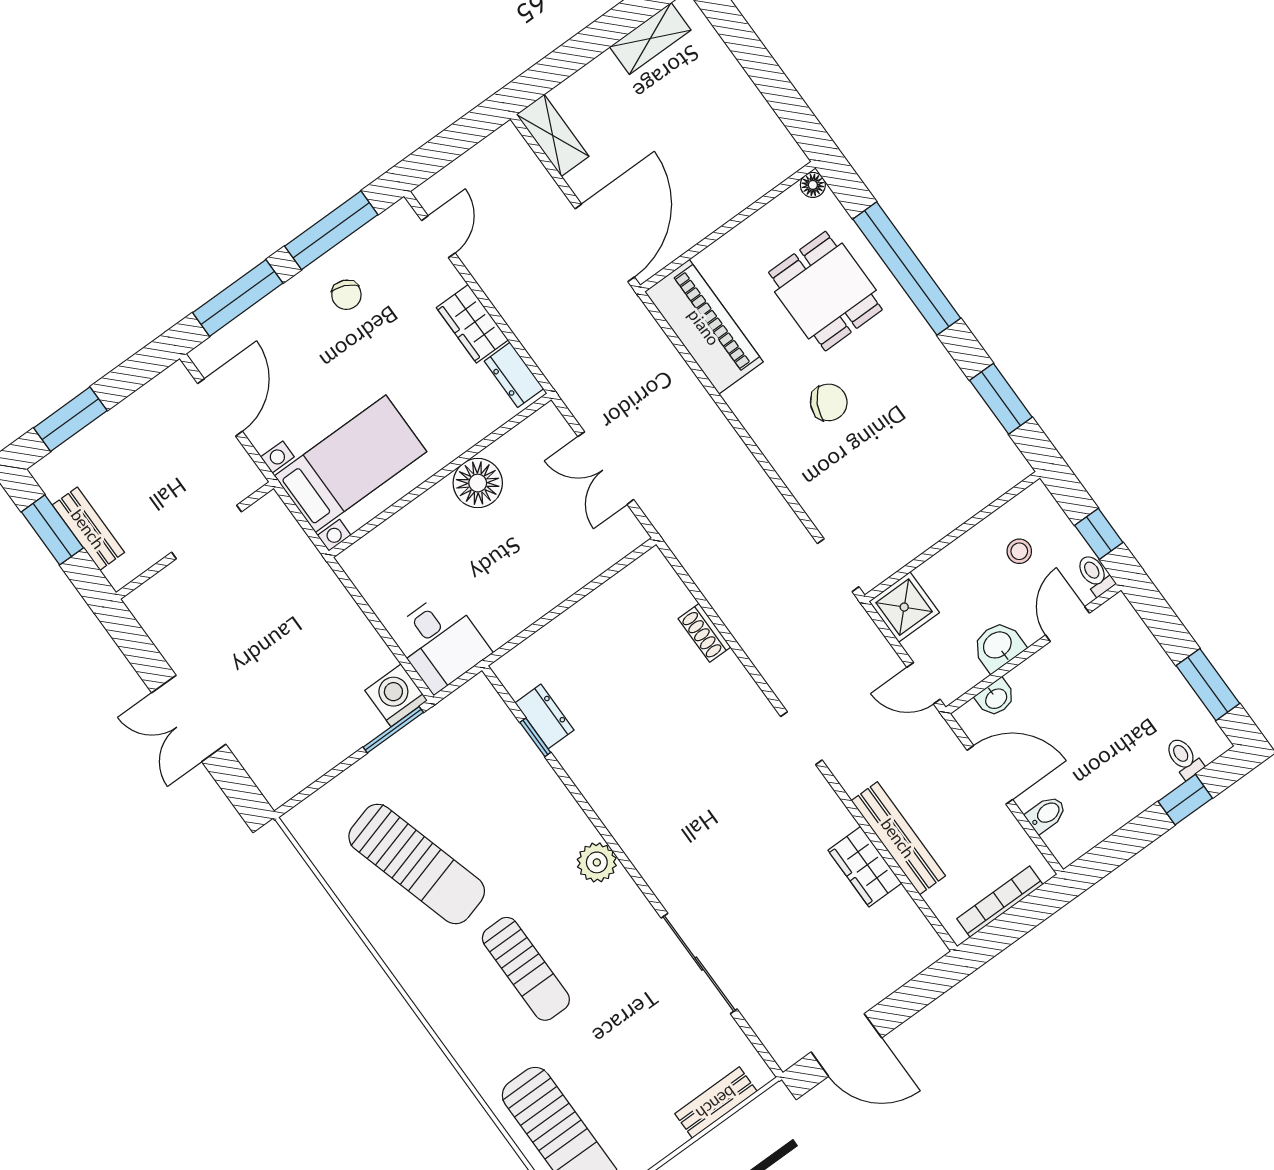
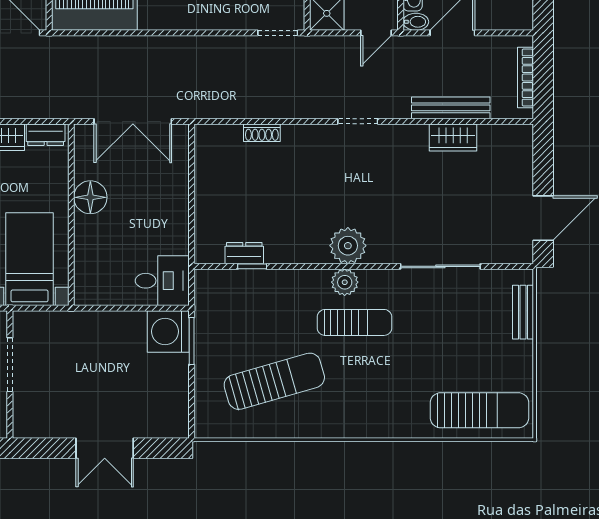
double door: (606, 468) -> (133, 121), width x1.37
washing machine: (396, 695) -> (168, 331), width x1.37, depth x1.37
bidet: (1046, 814) -> (416, 22), moved, turned 90
plant: (643, 834) -> (348, 246), added
sun lounger: (526, 969) -> (355, 322), moved

